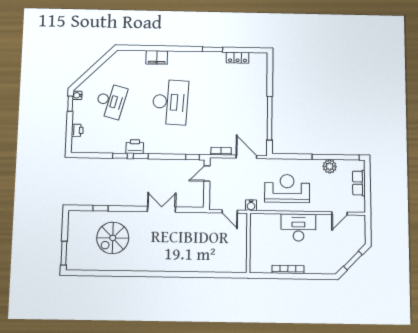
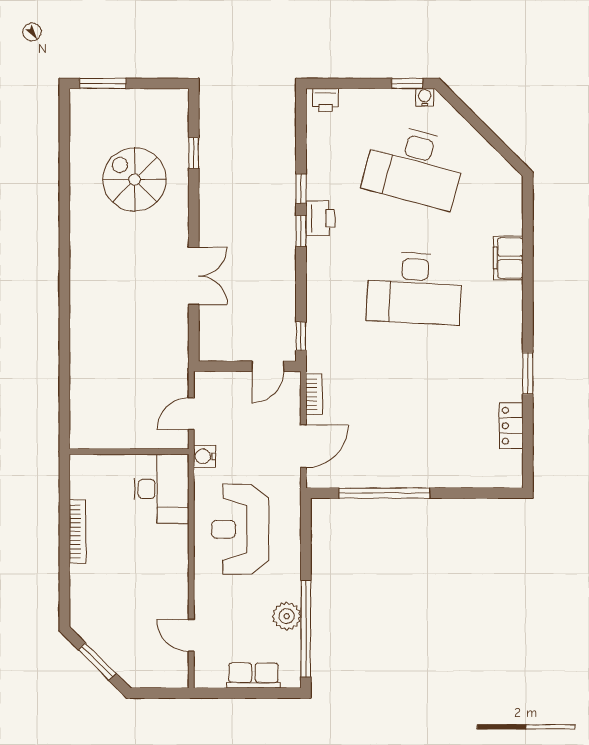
desk: (111, 101) -> (414, 166), width x1.36, depth x1.30
printer: (77, 130) -> (326, 100), moved
door: (207, 173) -> (268, 366), swing flipped
reception desk: (287, 188) -> (240, 529), turned 180
desk: (298, 227) -> (161, 489), moved

